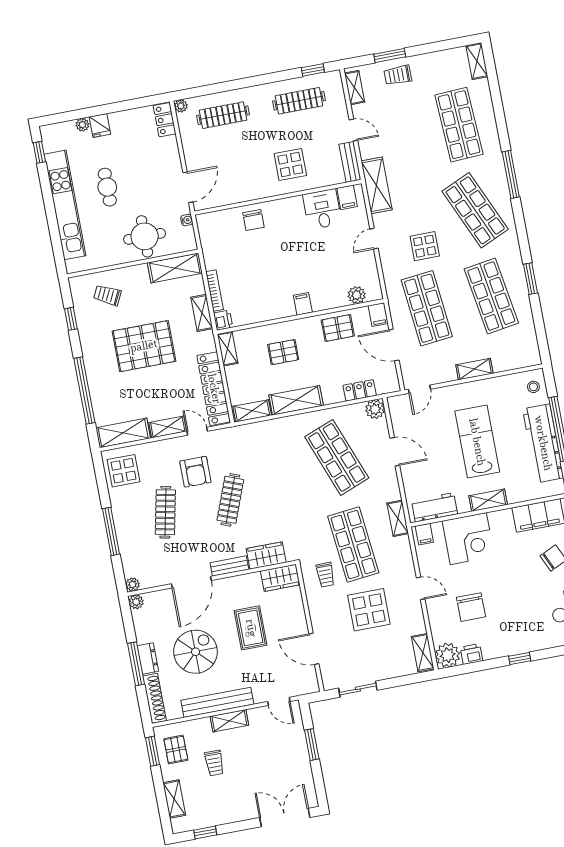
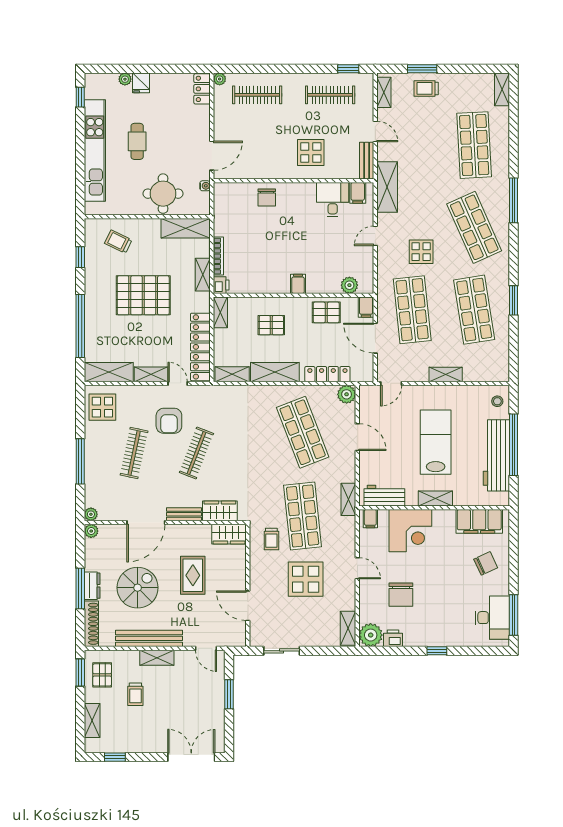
locker: (360, 390) -> (327, 374), width x1.53

